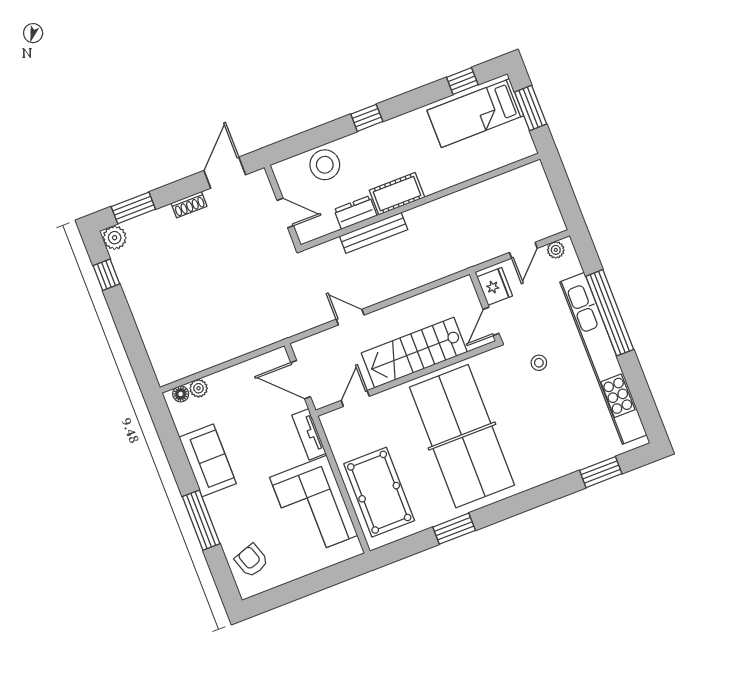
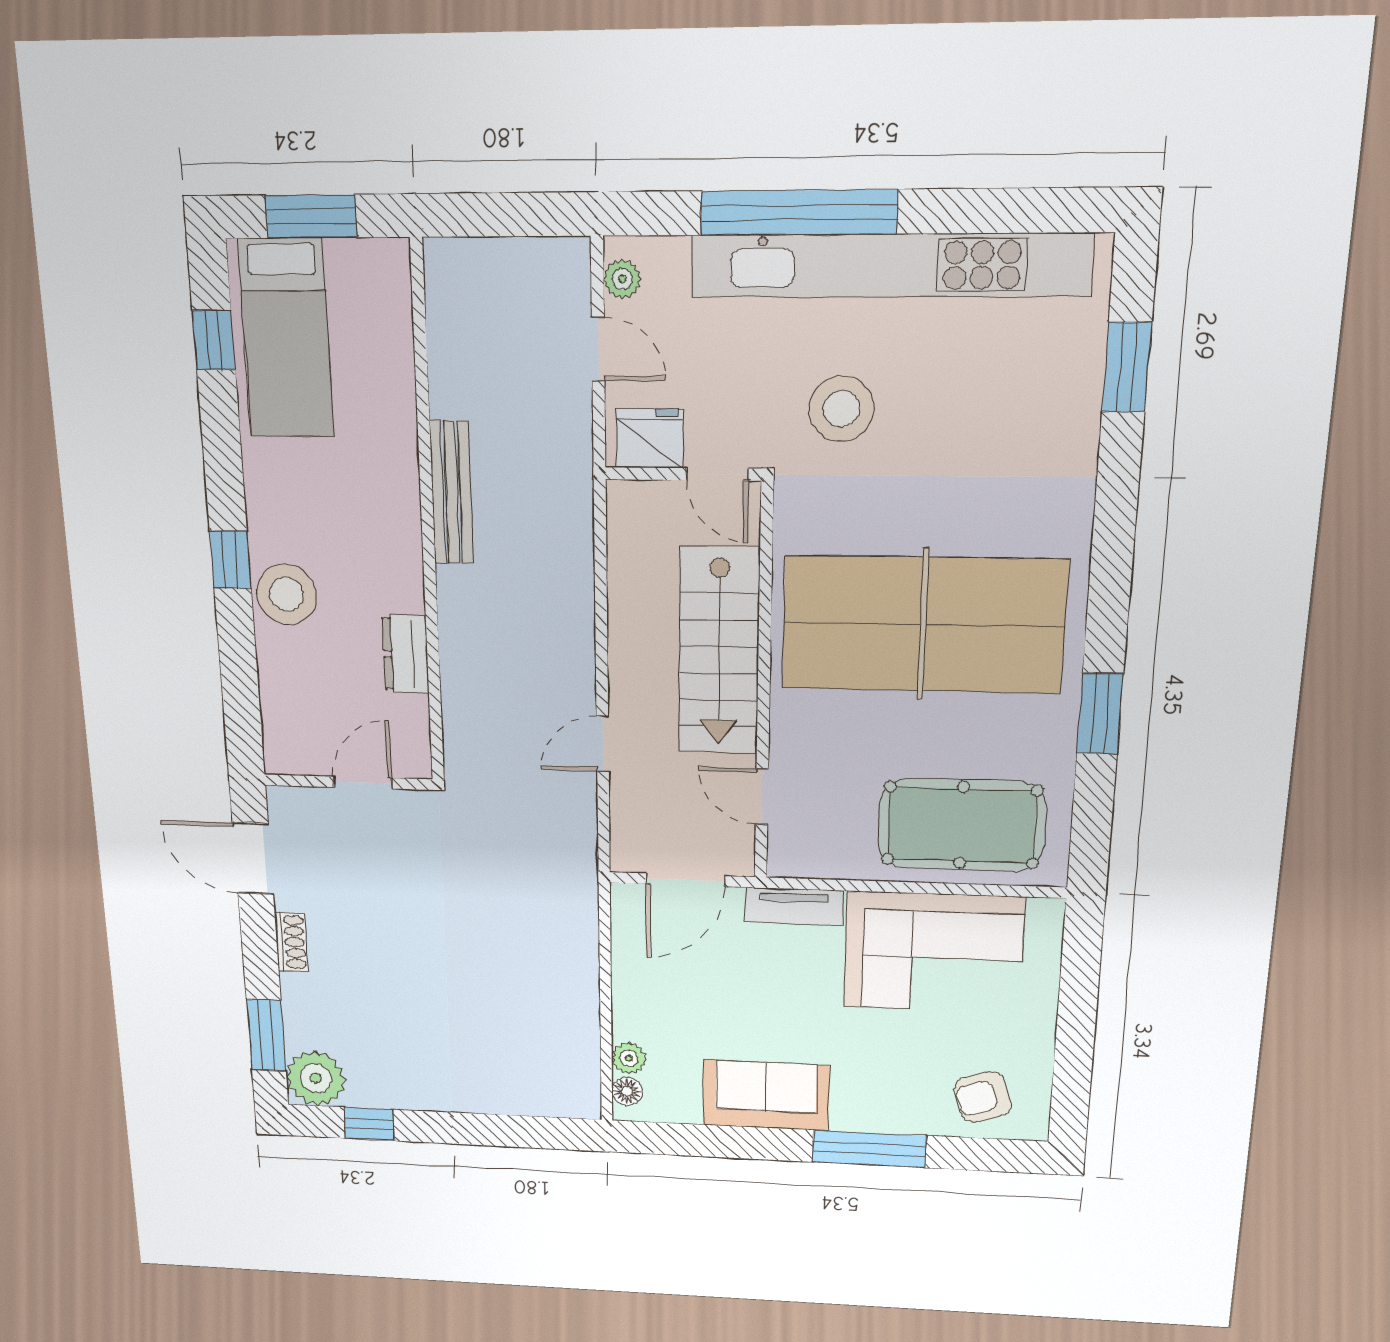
stool: (325, 165) -> (287, 594), moved
cot: (397, 194) -> (396, 560), removed
bench: (374, 233) -> (452, 493), moved
plant: (115, 238) -> (316, 1078), width x1.36, depth x1.36
stool: (539, 363) -> (841, 409), width x1.89, depth x1.89

